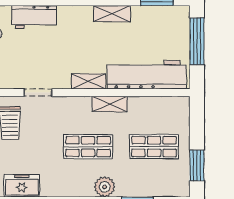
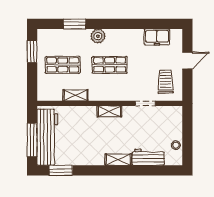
shelving: (112, 14) -> (118, 160), moved
workbench: (147, 75) -> (47, 137), moved, turned -90
shelving: (110, 104) -> (75, 95), moved

